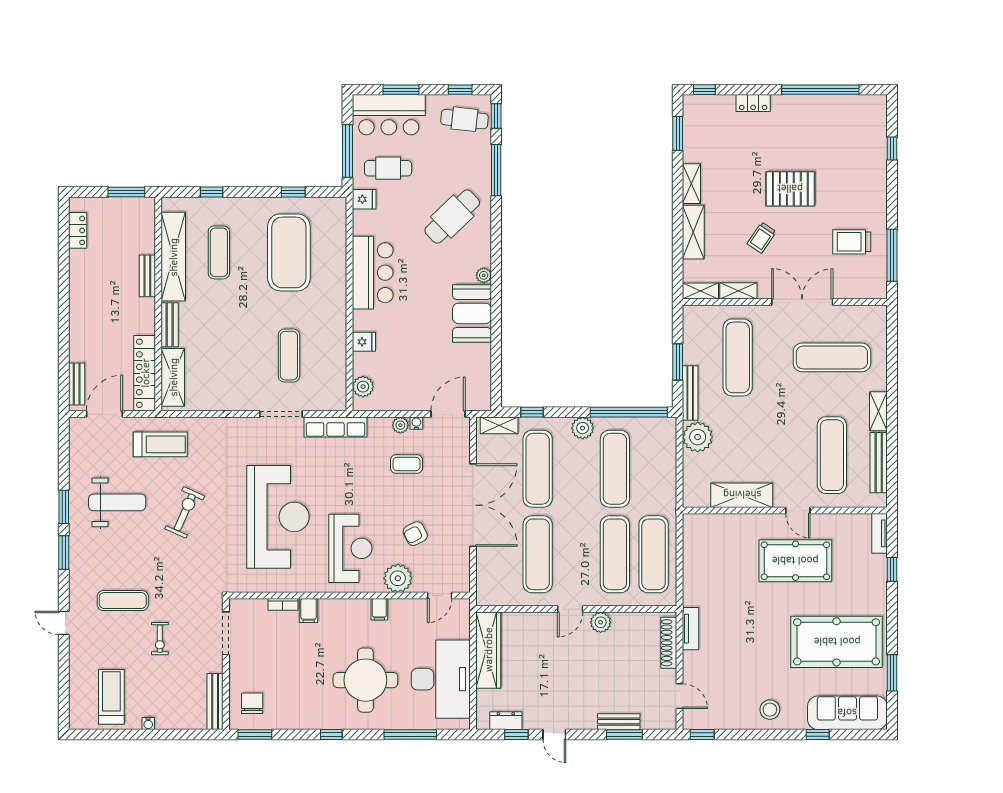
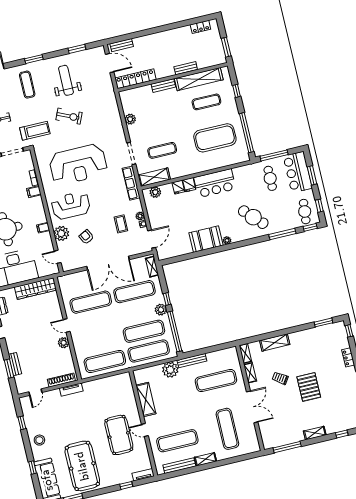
shelving: (691, 184) -> (315, 433), moved
window: (293, 192) -> (246, 133), width x3.17
fridge: (364, 199) -> (189, 185), moved
trolley: (852, 242) -> (289, 425), removed
window: (678, 362) -> (206, 350), removed
shelving: (173, 377) -> (154, 177), moved
plant: (217, 401) -> (130, 119), added
window: (532, 412) -> (167, 299), moved
door: (448, 414) -> (152, 239), hinge flipped
treadmill: (160, 444) -> (35, 131), moved, turned -90
weight bench: (117, 502) -> (66, 80), turned 180
window: (64, 507) -> (77, 49), moved
door: (798, 511) -> (145, 430), hinge flipped
reception desk: (350, 548) -> (71, 205), turned 180
exercise mat: (615, 554) -> (149, 351), moved
exercise mat: (123, 601) -> (27, 85), moved
window: (702, 734) -> (22, 423), moved

